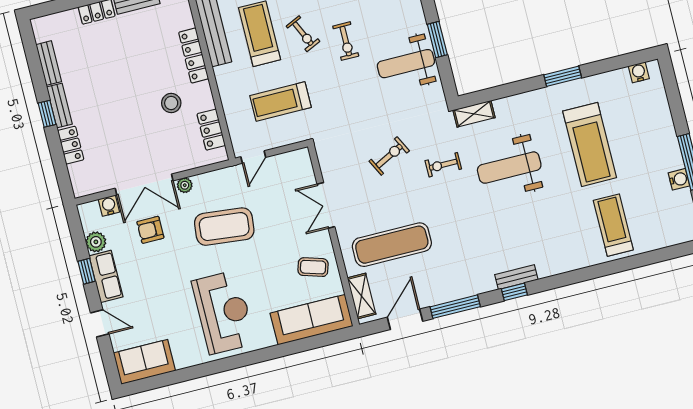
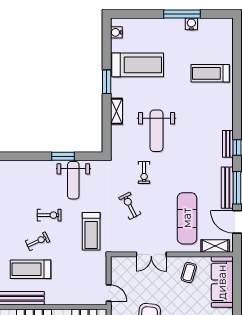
treadmill: (280, 102) -> (91, 231), moved
shelving: (474, 114) -> (116, 111), moved
treadmill: (590, 144) -> (138, 65), moved
bench: (452, 292) -> (227, 188), added

